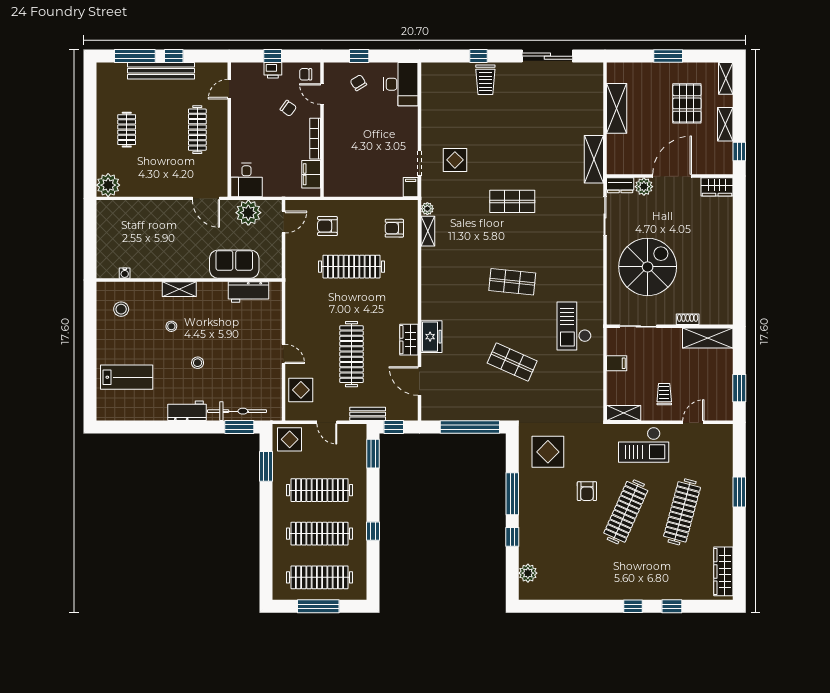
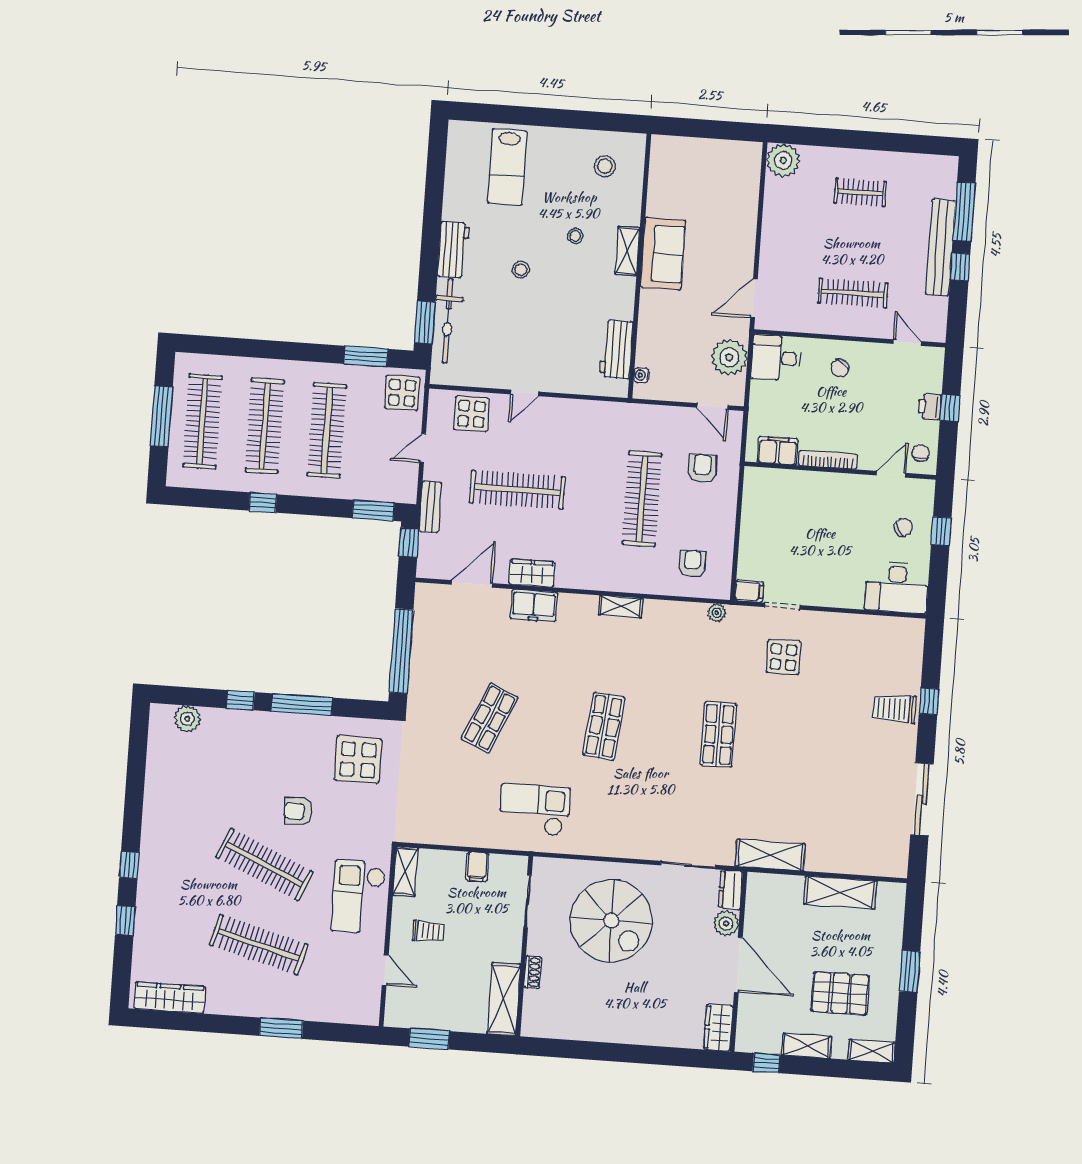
chair: (288, 108) -> (840, 368), moved
shelving: (428, 231) -> (621, 607), moved
sofa: (234, 264) -> (663, 254), moved
water cooler: (125, 273) -> (641, 375), moved

